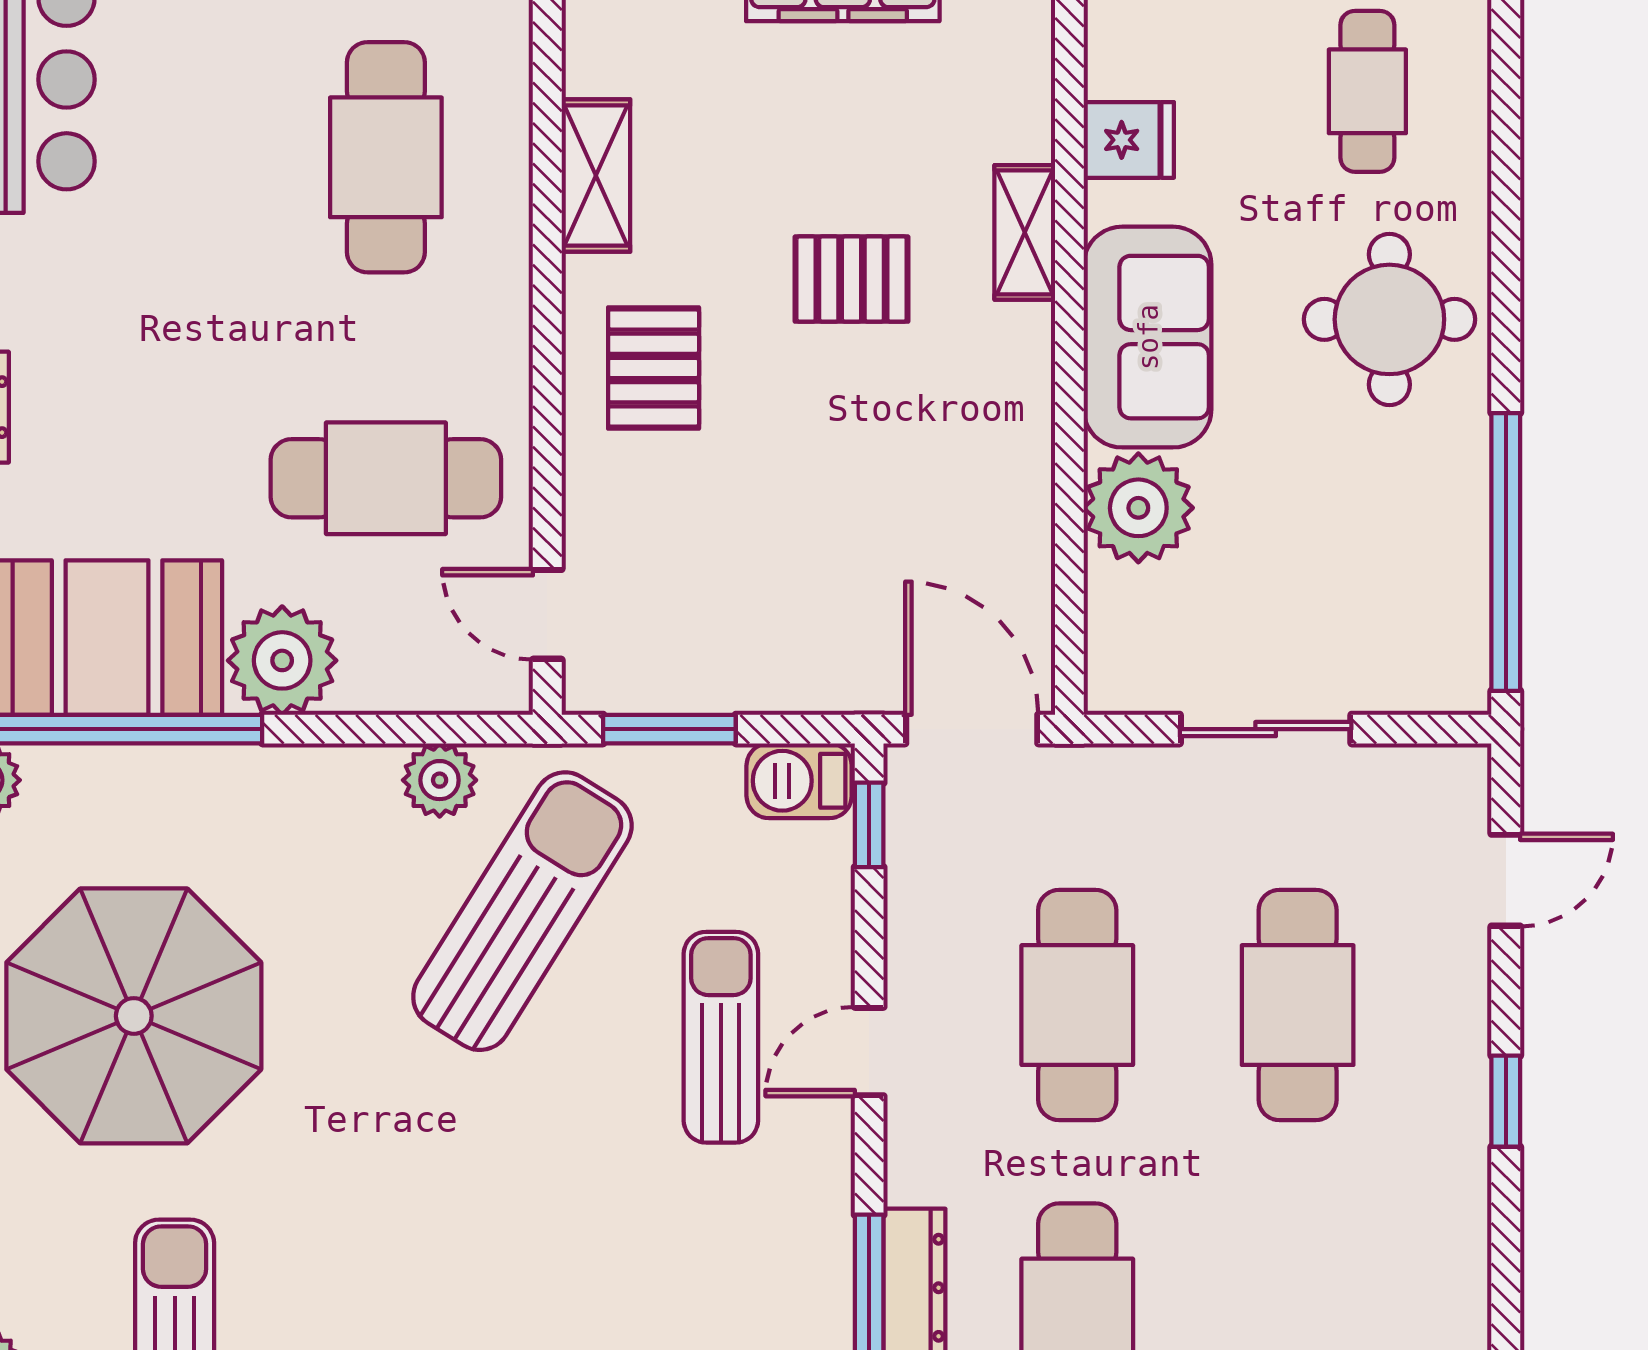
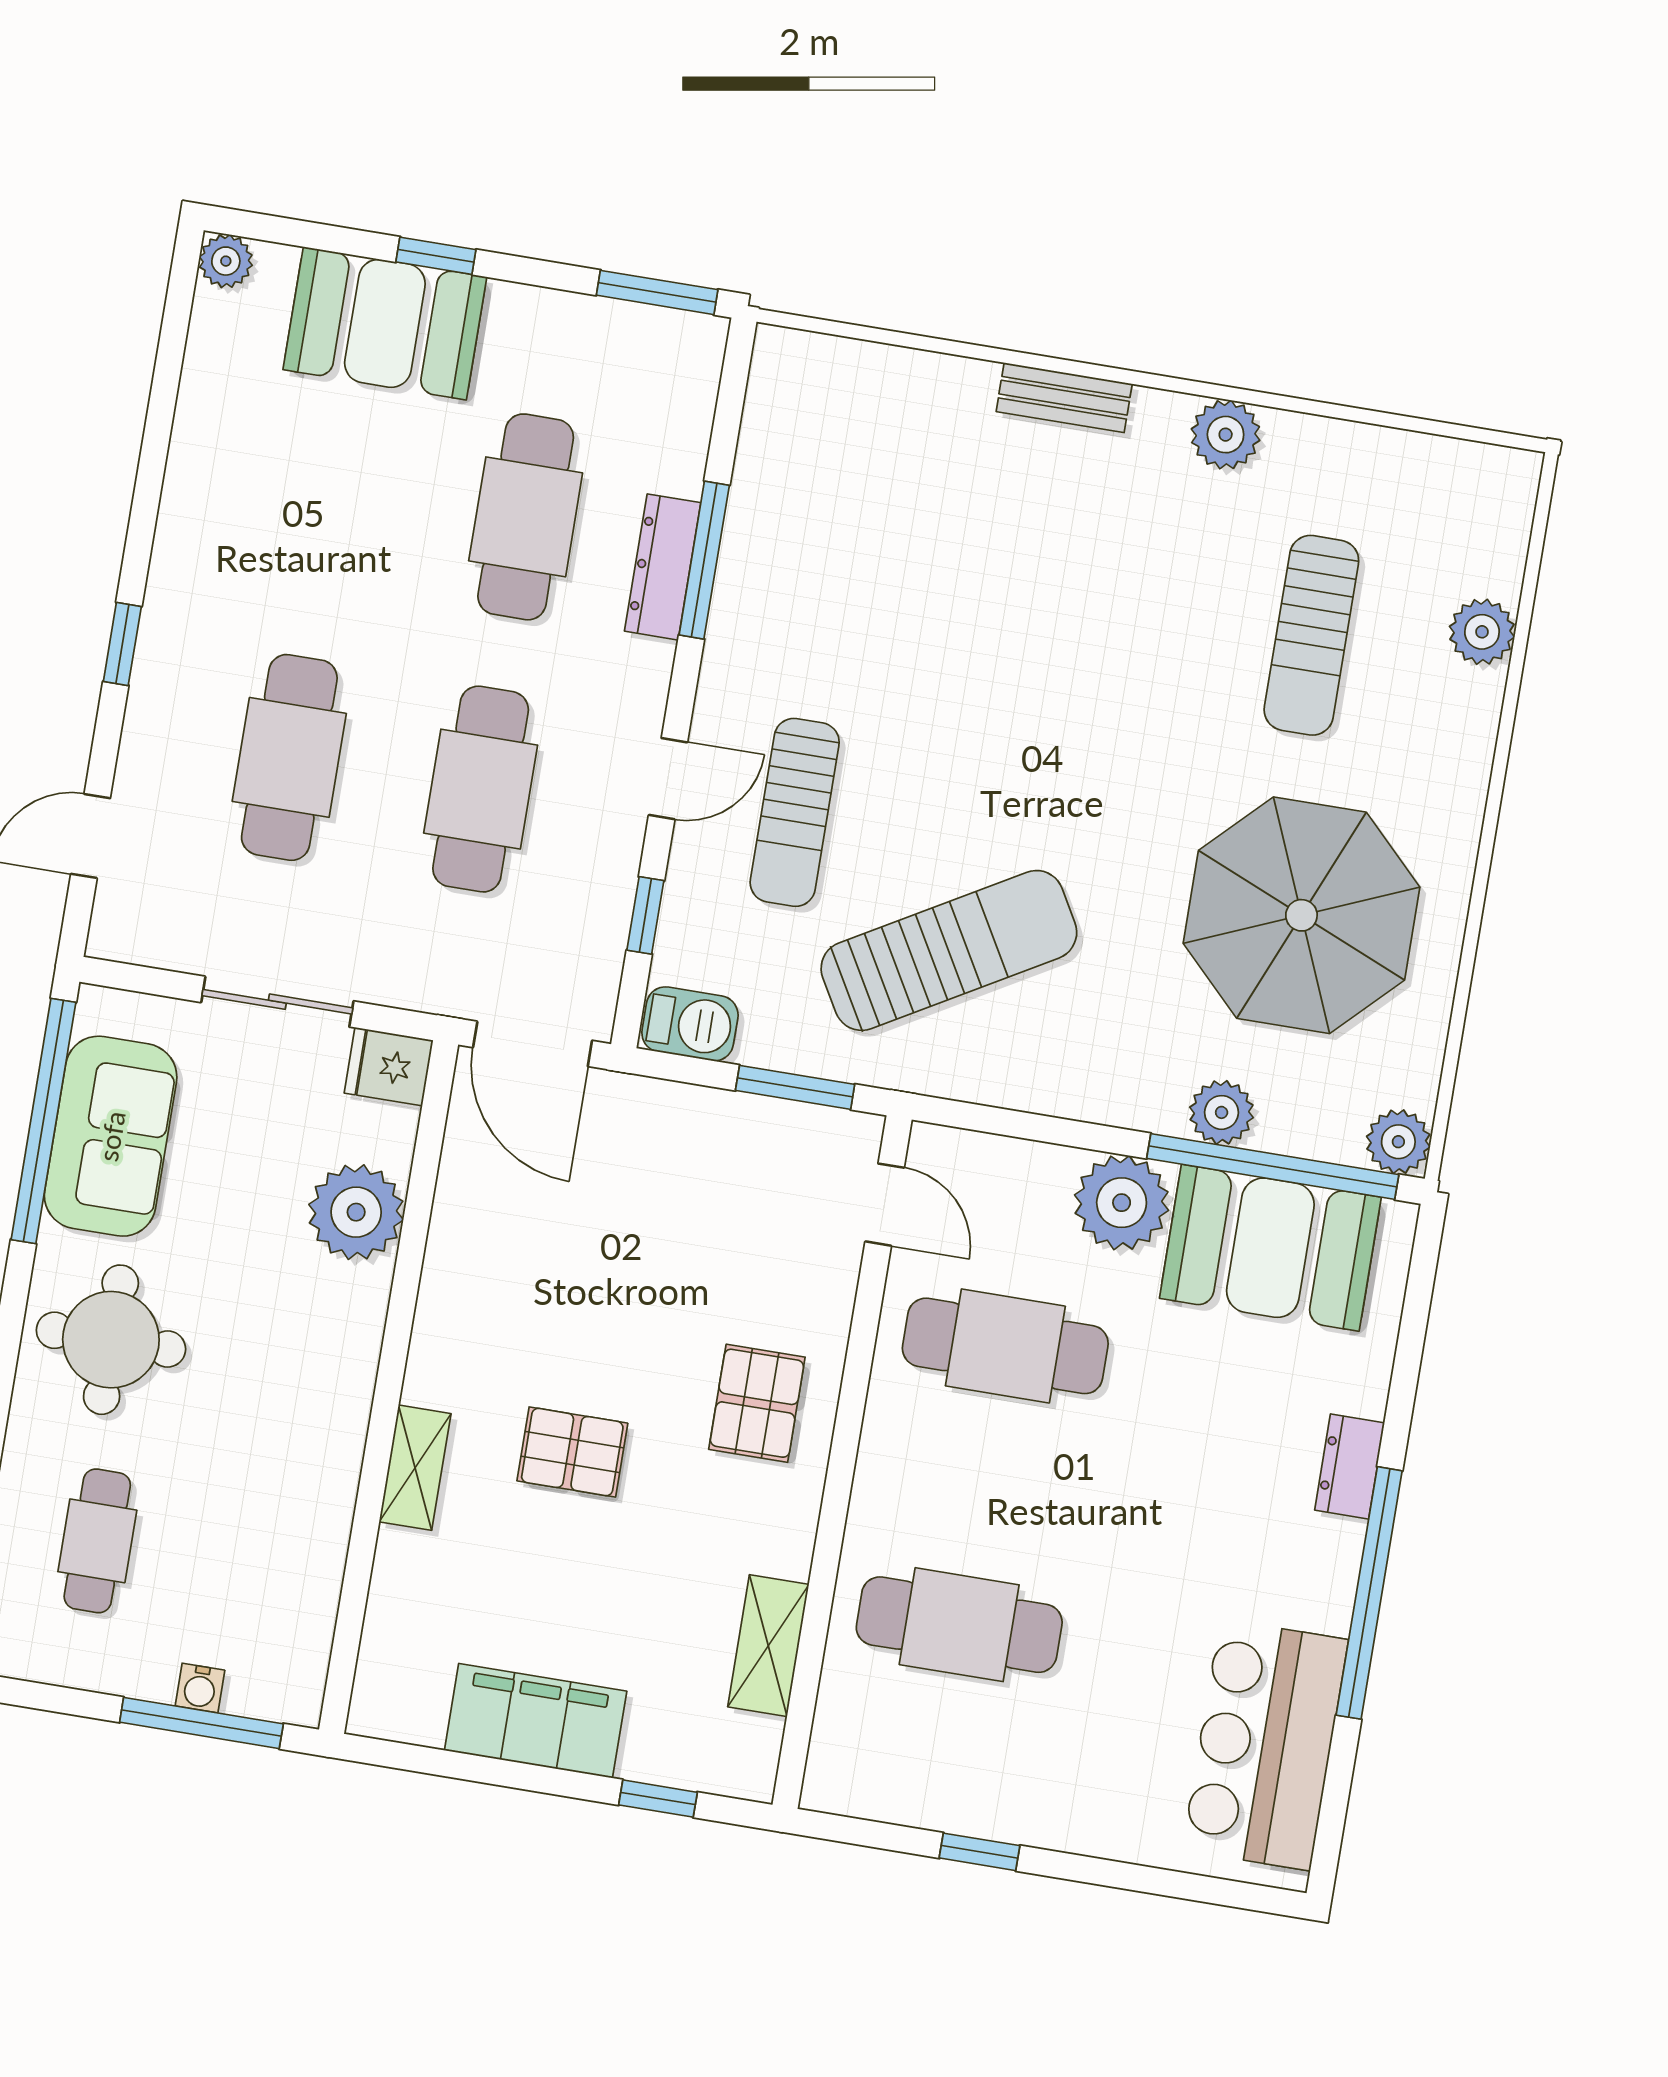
fridge: (1129, 140) -> (389, 1067), moved
cafe table: (386, 157) -> (959, 1625), turned 90
shelving: (596, 175) -> (768, 1646), moved
sofa: (1148, 337) -> (111, 1136), moved, turned 180
plant: (440, 780) -> (1222, 1112), moved
window: (869, 825) -> (645, 915), moved
sun lounger: (522, 911) -> (949, 950), turned -152

